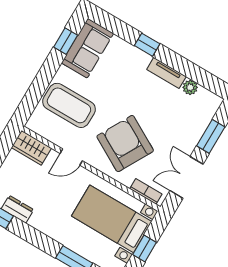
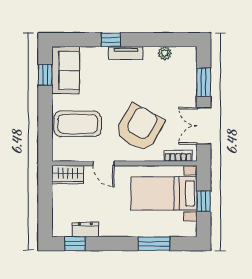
tv unit: (166, 73) -> (126, 53), moved
armchair: (125, 144) -> (140, 128), turned 90
door: (71, 157) -> (103, 163), hinge flipped

